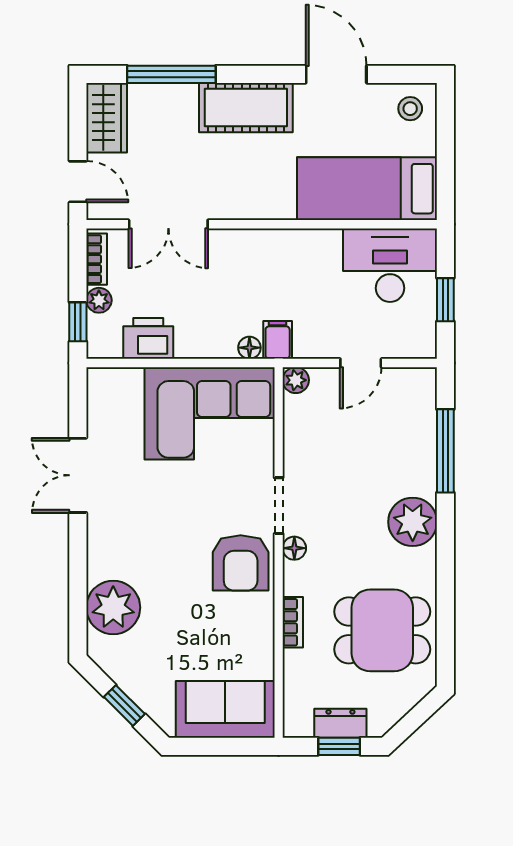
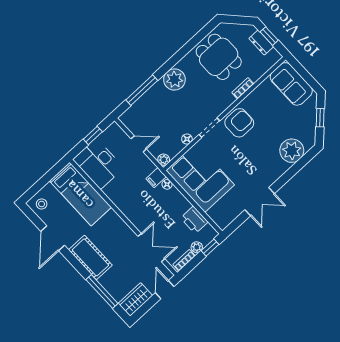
floor lamp: (294, 548) -> (187, 139), moved

